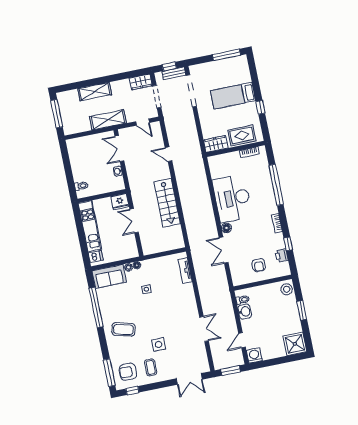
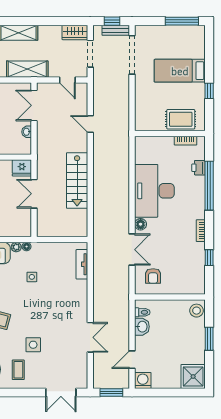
wardrobe: (216, 144) -> (148, 123), removed
double door: (224, 250) -> (132, 250), swing flipped
printer: (282, 256) -> (199, 168), moved
armchair: (259, 265) -> (153, 276), moved

